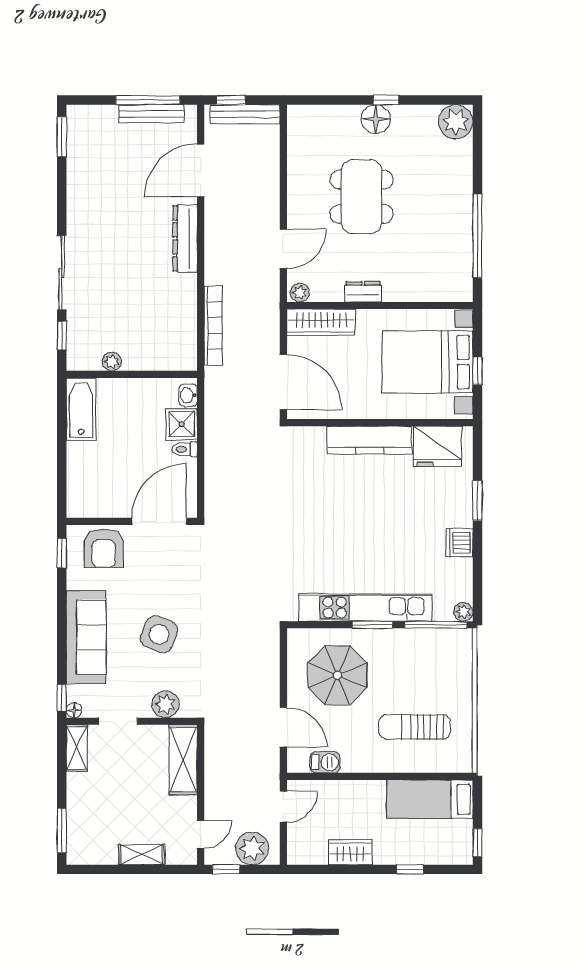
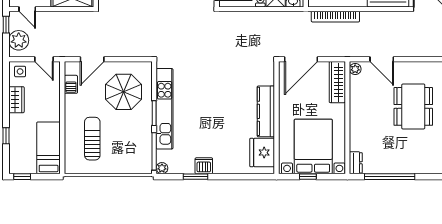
dining table: (361, 197) -> (413, 106), turned 90
dresser: (363, 292) -> (356, 163), moved
window: (477, 501) -> (196, 177), moved
side table: (304, 846) -> (20, 71), added

